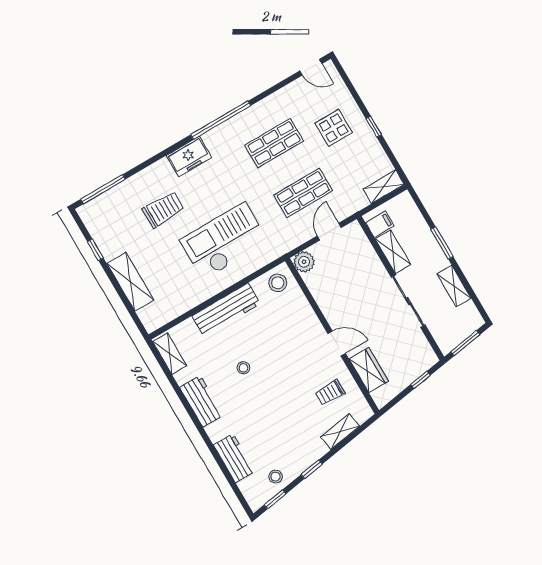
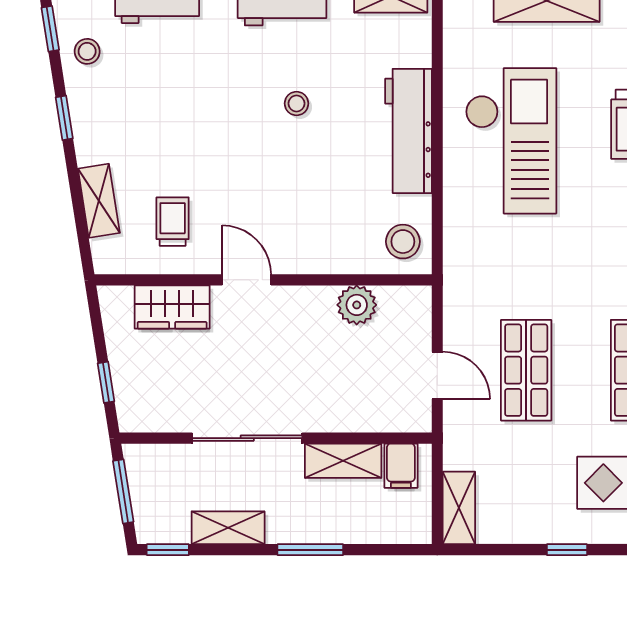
checkout: (224, 241) -> (511, 141), moved
plant: (304, 262) -> (357, 305), moved
window: (480, 307) -> (168, 550), added
door: (337, 344) -> (247, 280), swing flipped

